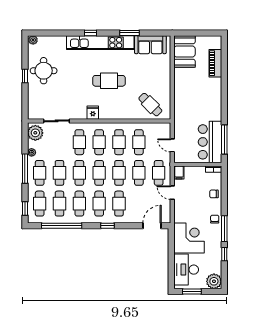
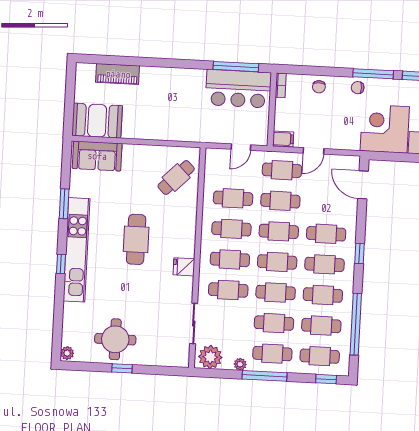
sofa: (150, 45) -> (97, 156), moved, turned 90

